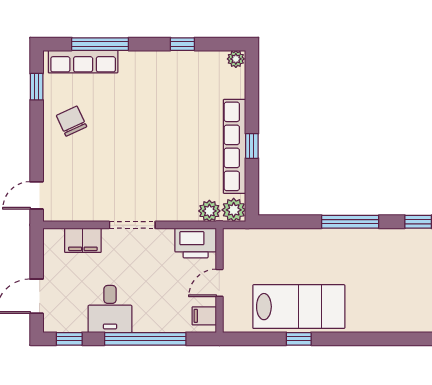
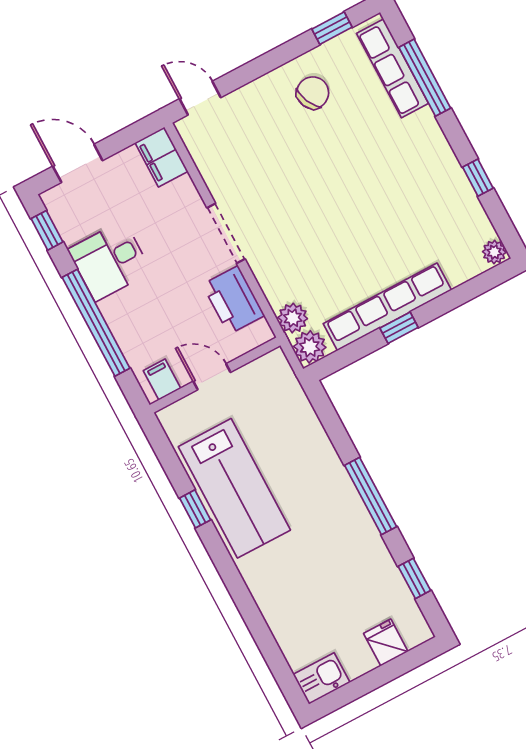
filing cabinet: (83, 240) -> (161, 157), moved
printer: (196, 243) -> (233, 300), moved

